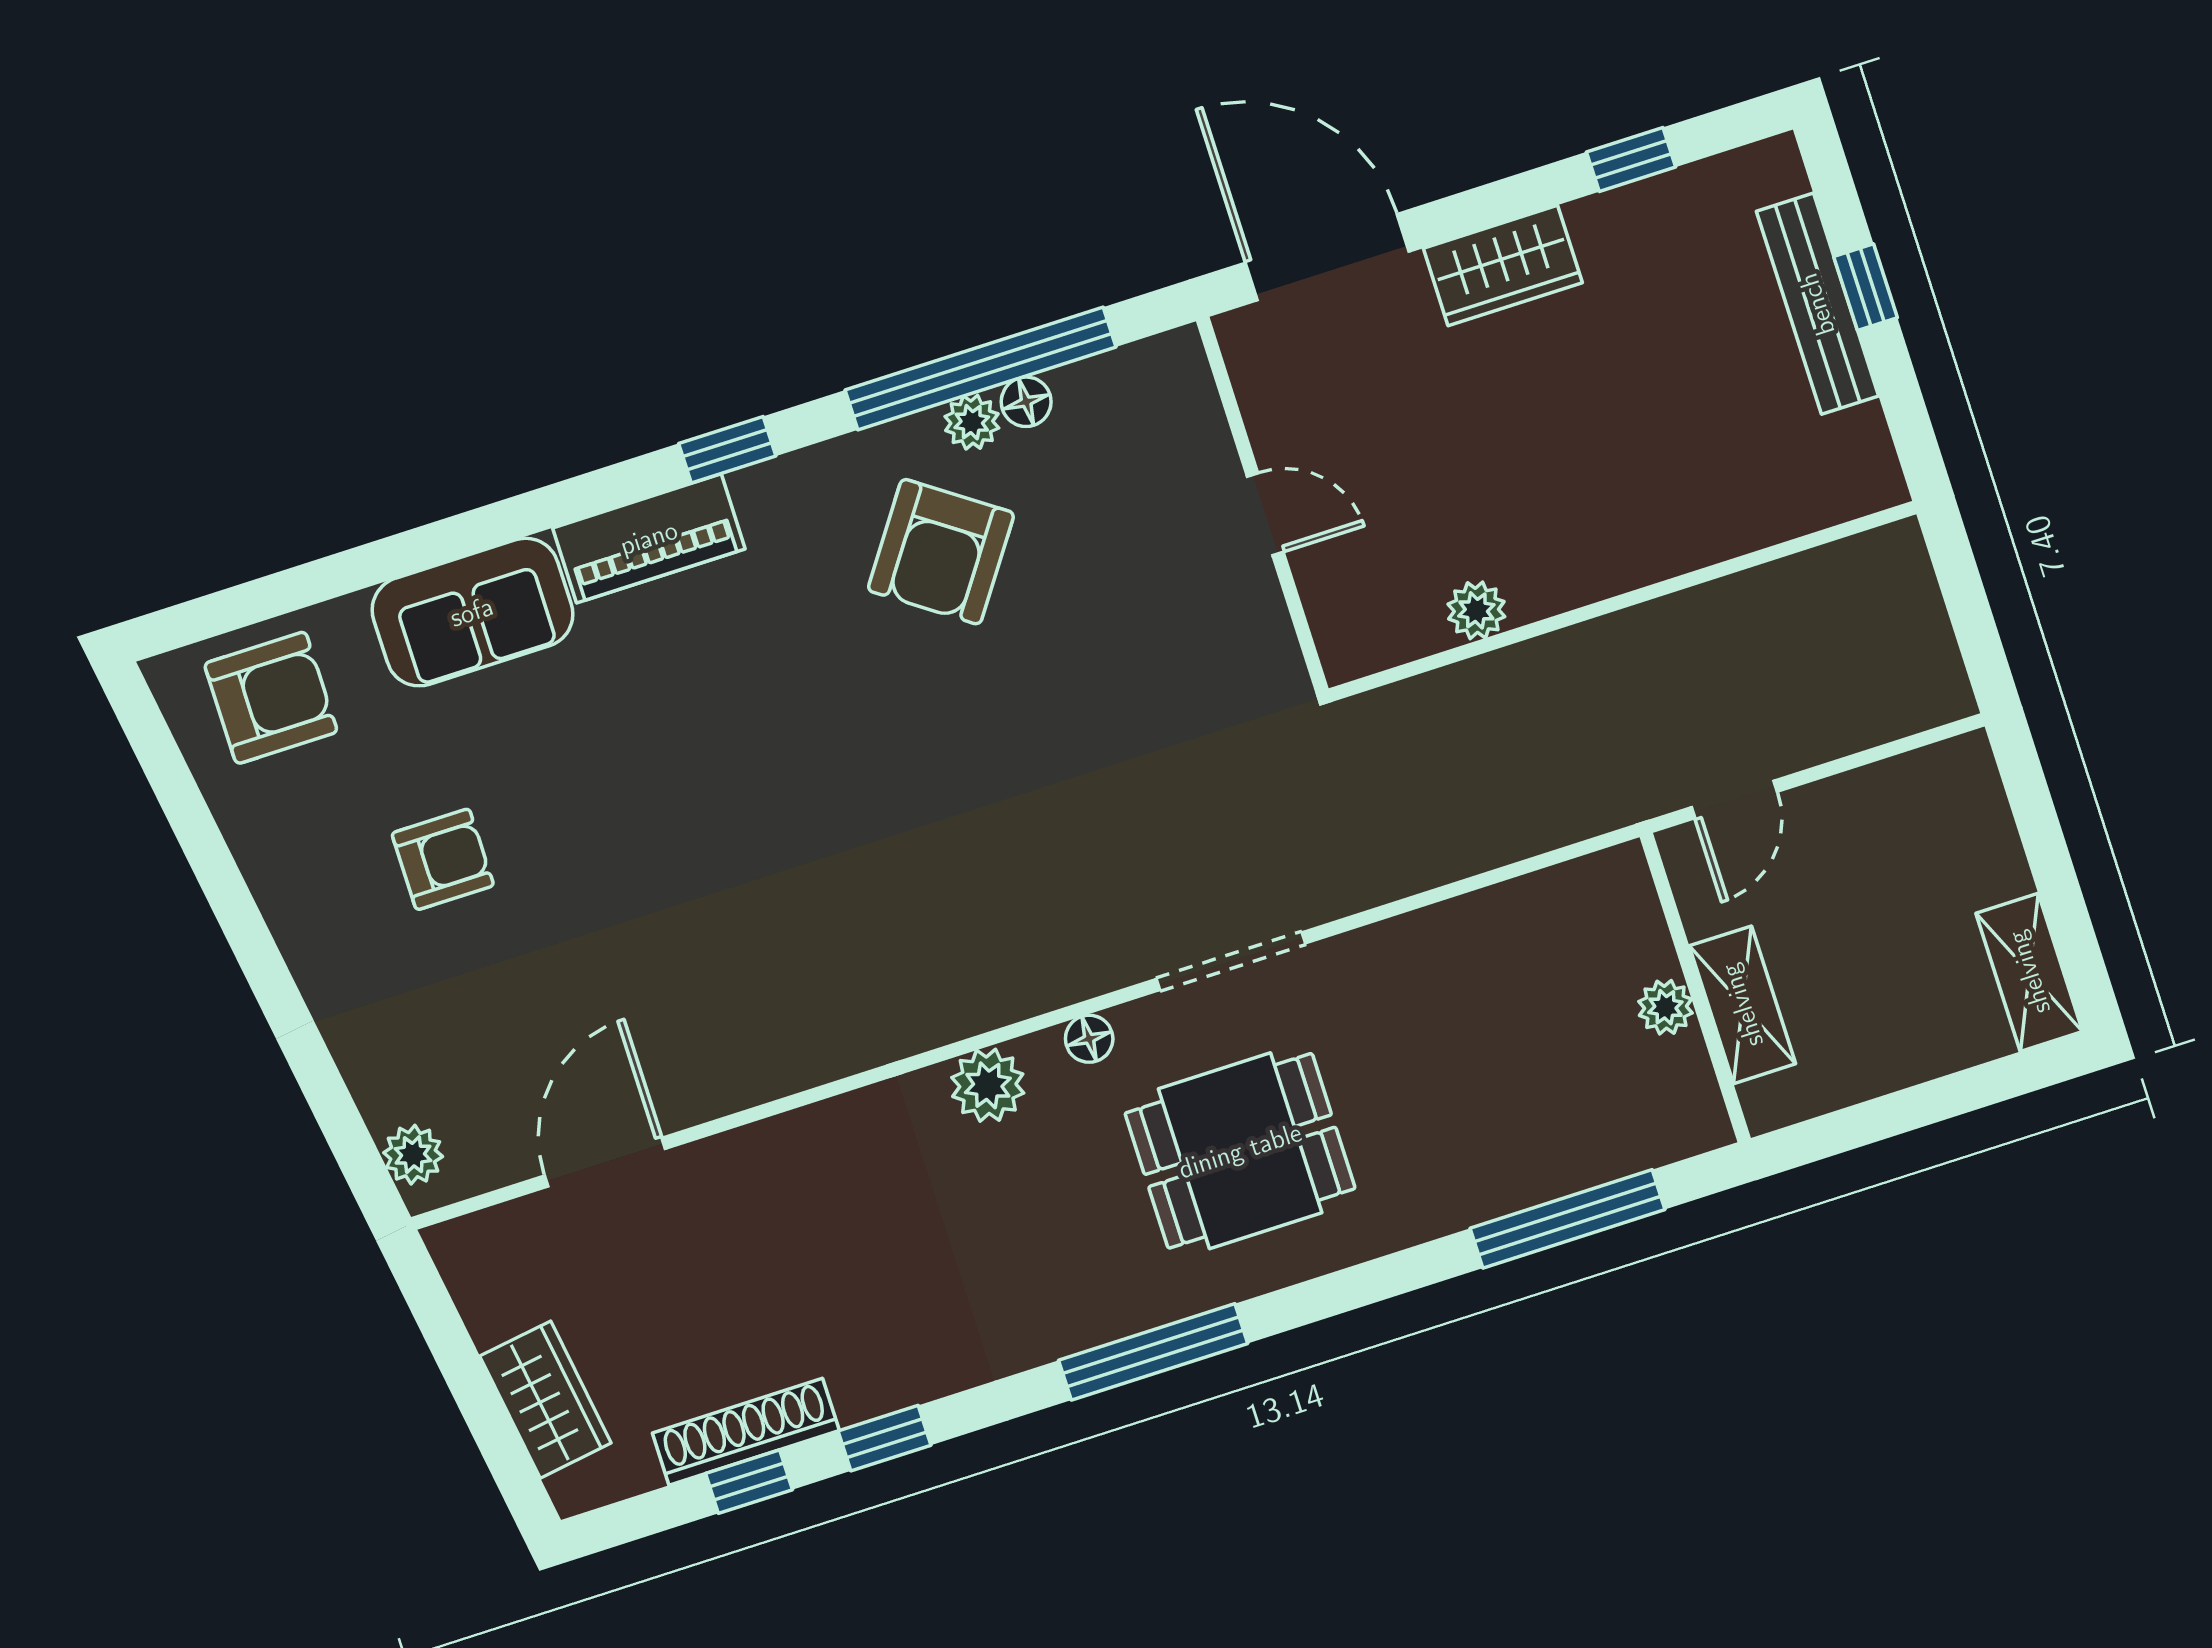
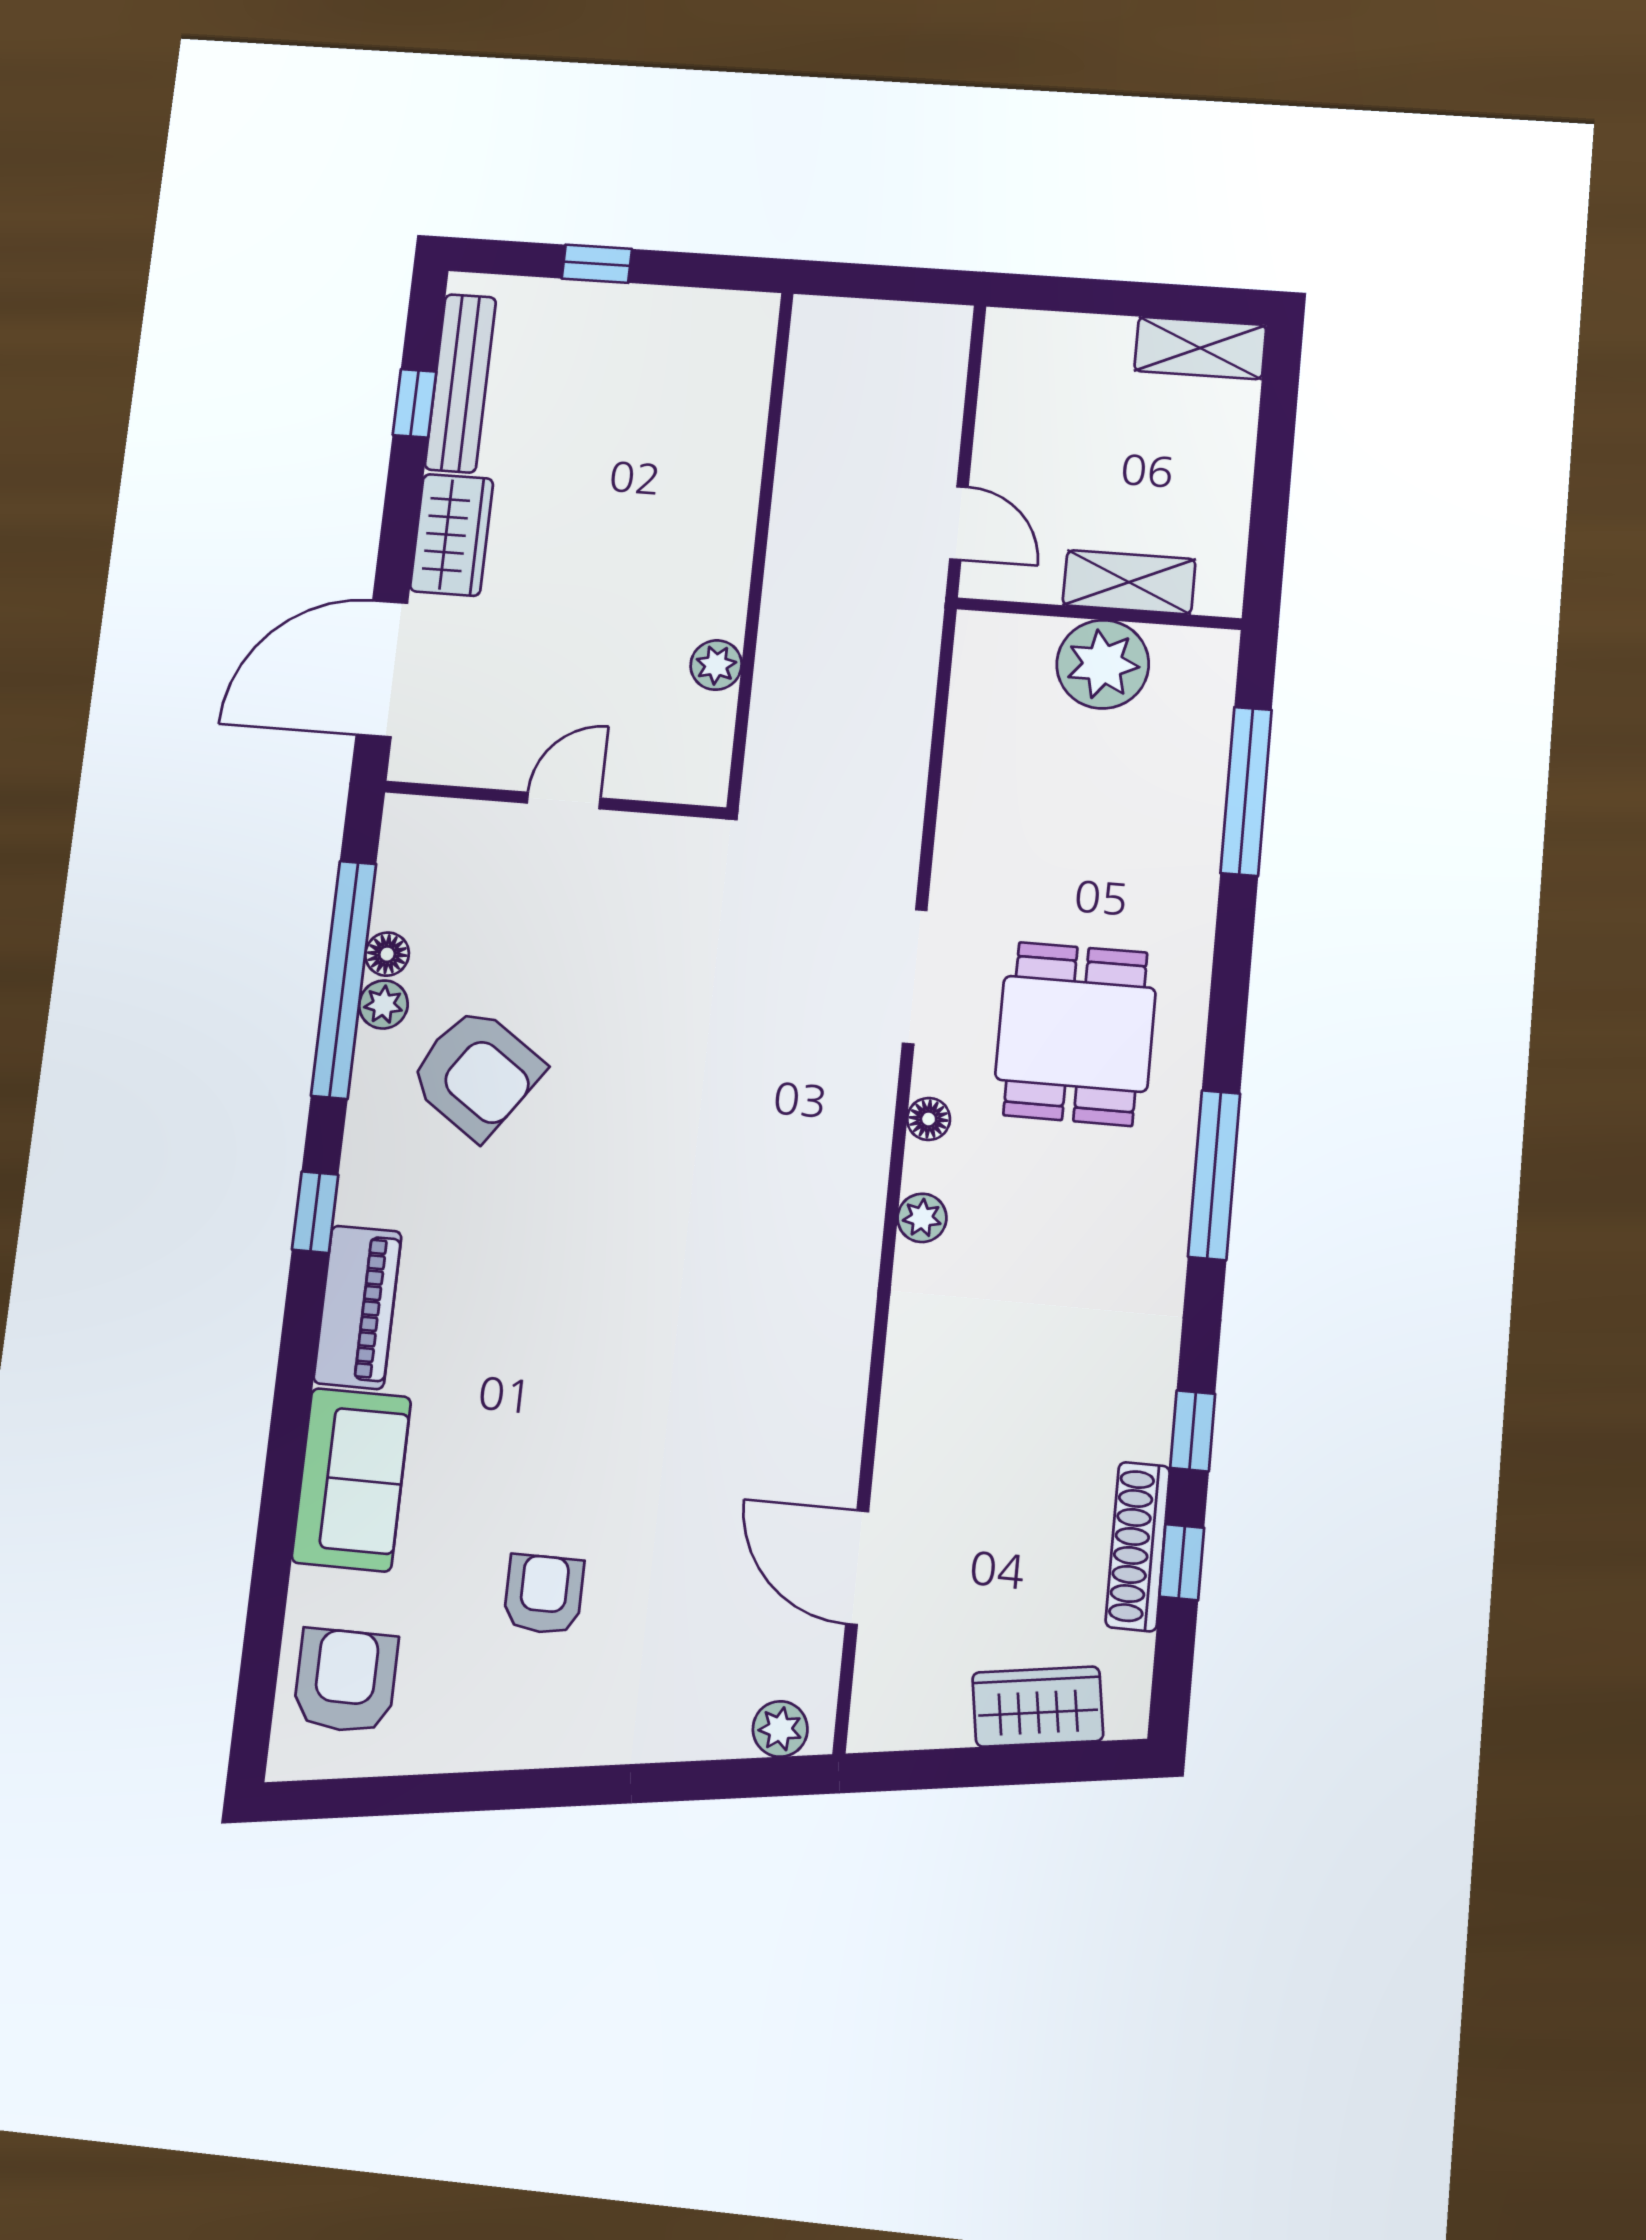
bench: (1817, 304) -> (461, 383), moved, turned 90
plant: (1665, 1007) -> (1103, 664), width x1.88, depth x1.88
plant: (988, 1085) -> (922, 1218), width x0.73, depth x0.73

